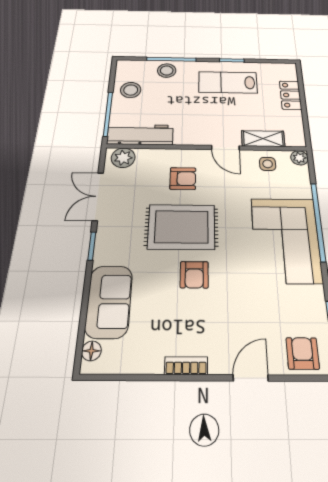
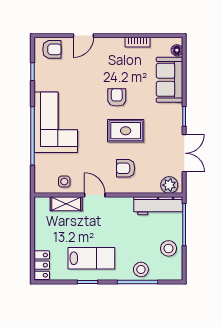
locker: (291, 95) -> (42, 265), moved
plant: (299, 158) -> (40, 187), removed
rug: (182, 227) -> (126, 131), width x0.73, depth x0.70
armchair: (303, 353) -> (52, 49), turned -90
bookcase: (186, 366) -> (137, 42), moved

